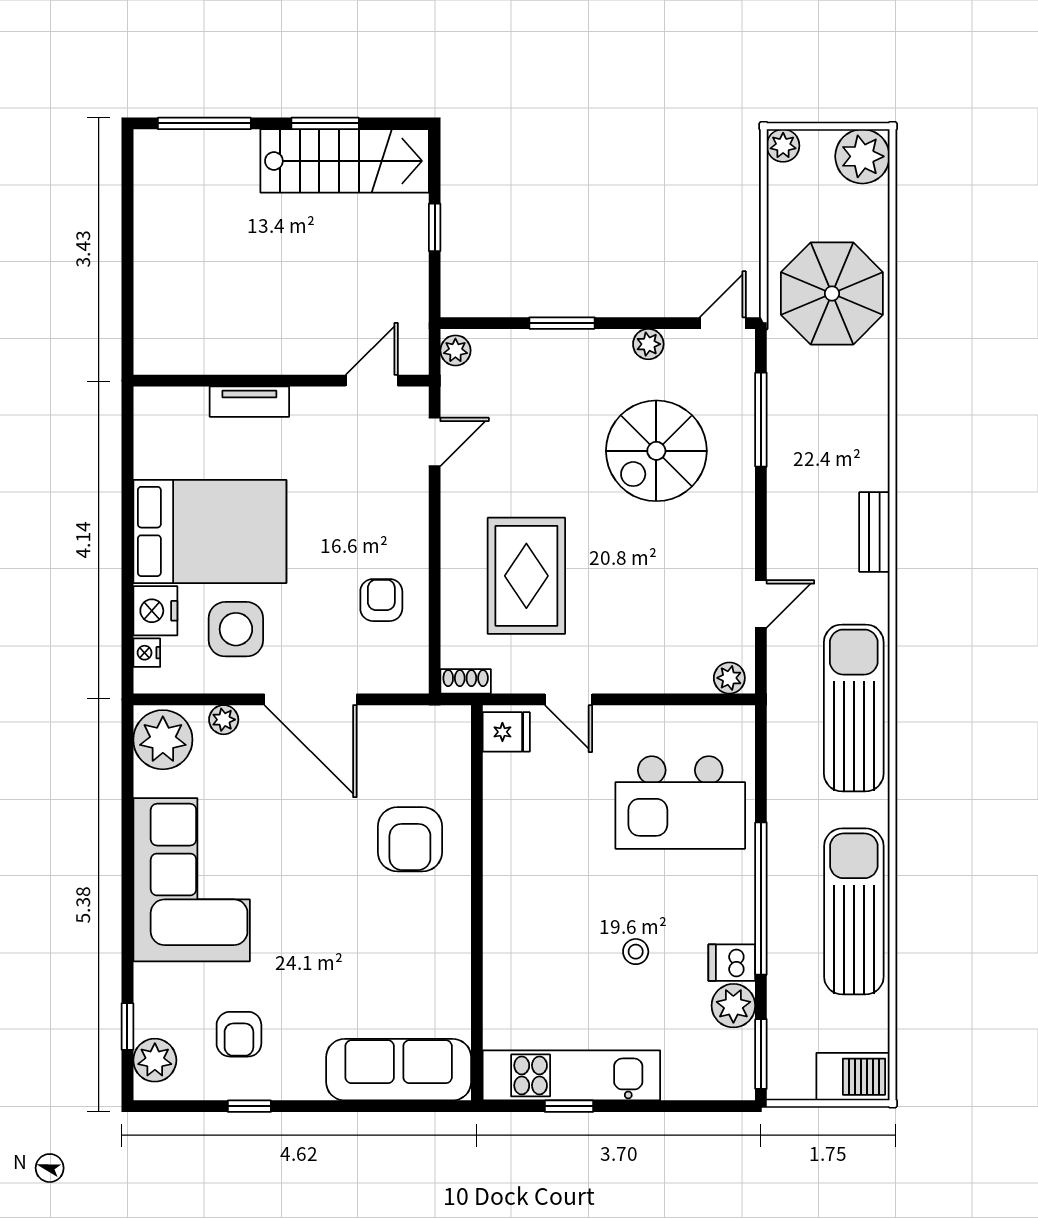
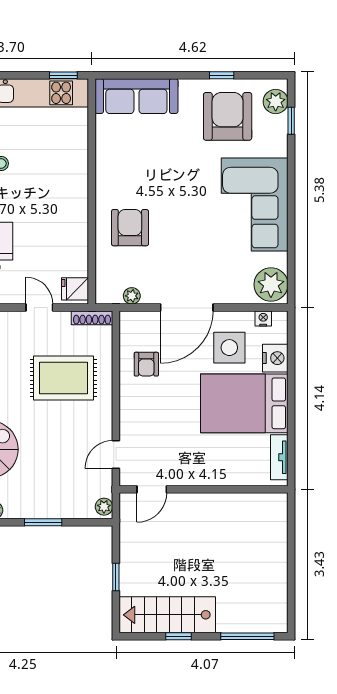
window: (325, 123) -> (178, 636), width x0.67
tv unit: (249, 402) -> (279, 457), moved, turned -90
rug: (526, 576) -> (63, 378), turned 90
nightstand: (147, 653) -> (263, 319), moved, turned -90
shoe rack: (466, 681) -> (92, 318), width x1.43
door: (311, 699) -> (187, 308), swing flipped
plant: (224, 720) -> (132, 296), moved
armchair: (239, 1034) -> (228, 116), width x1.88, depth x1.88
window: (569, 1106) -> (63, 75), moved

